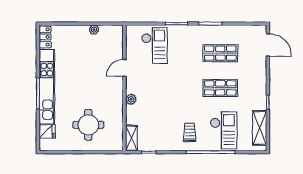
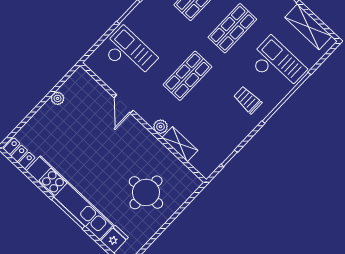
shop shelf: (172, 88) -> (187, 76), added
shelving: (132, 138) -> (180, 144), moved

